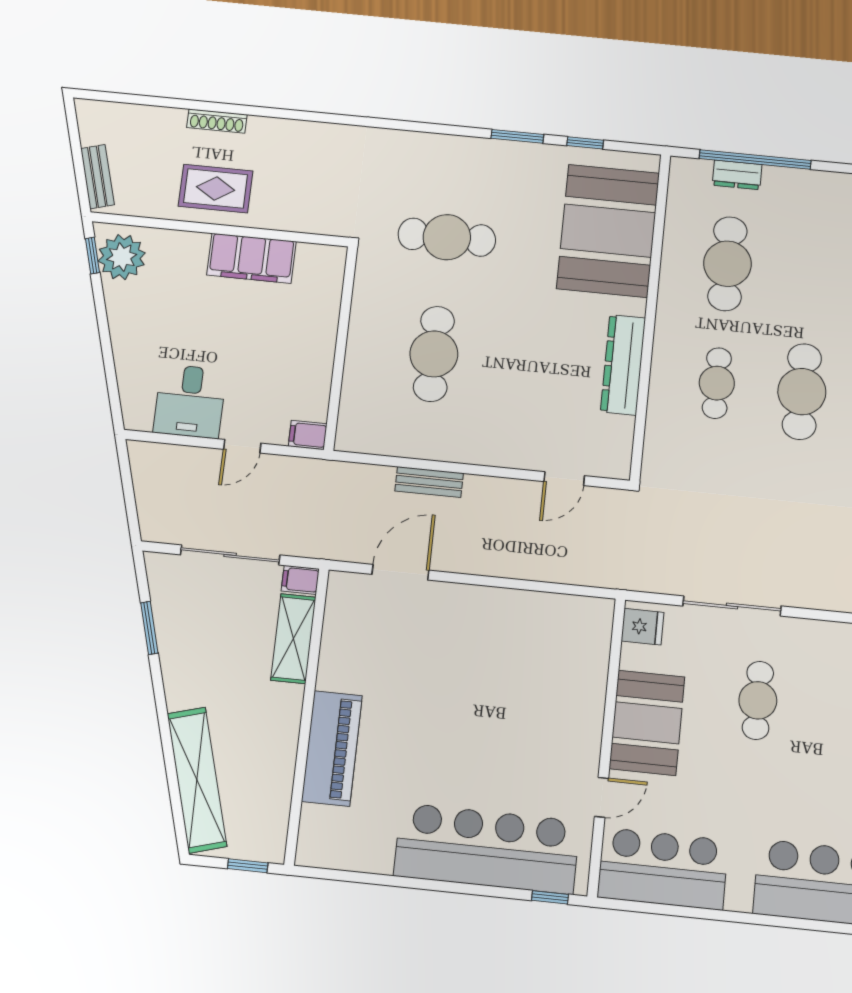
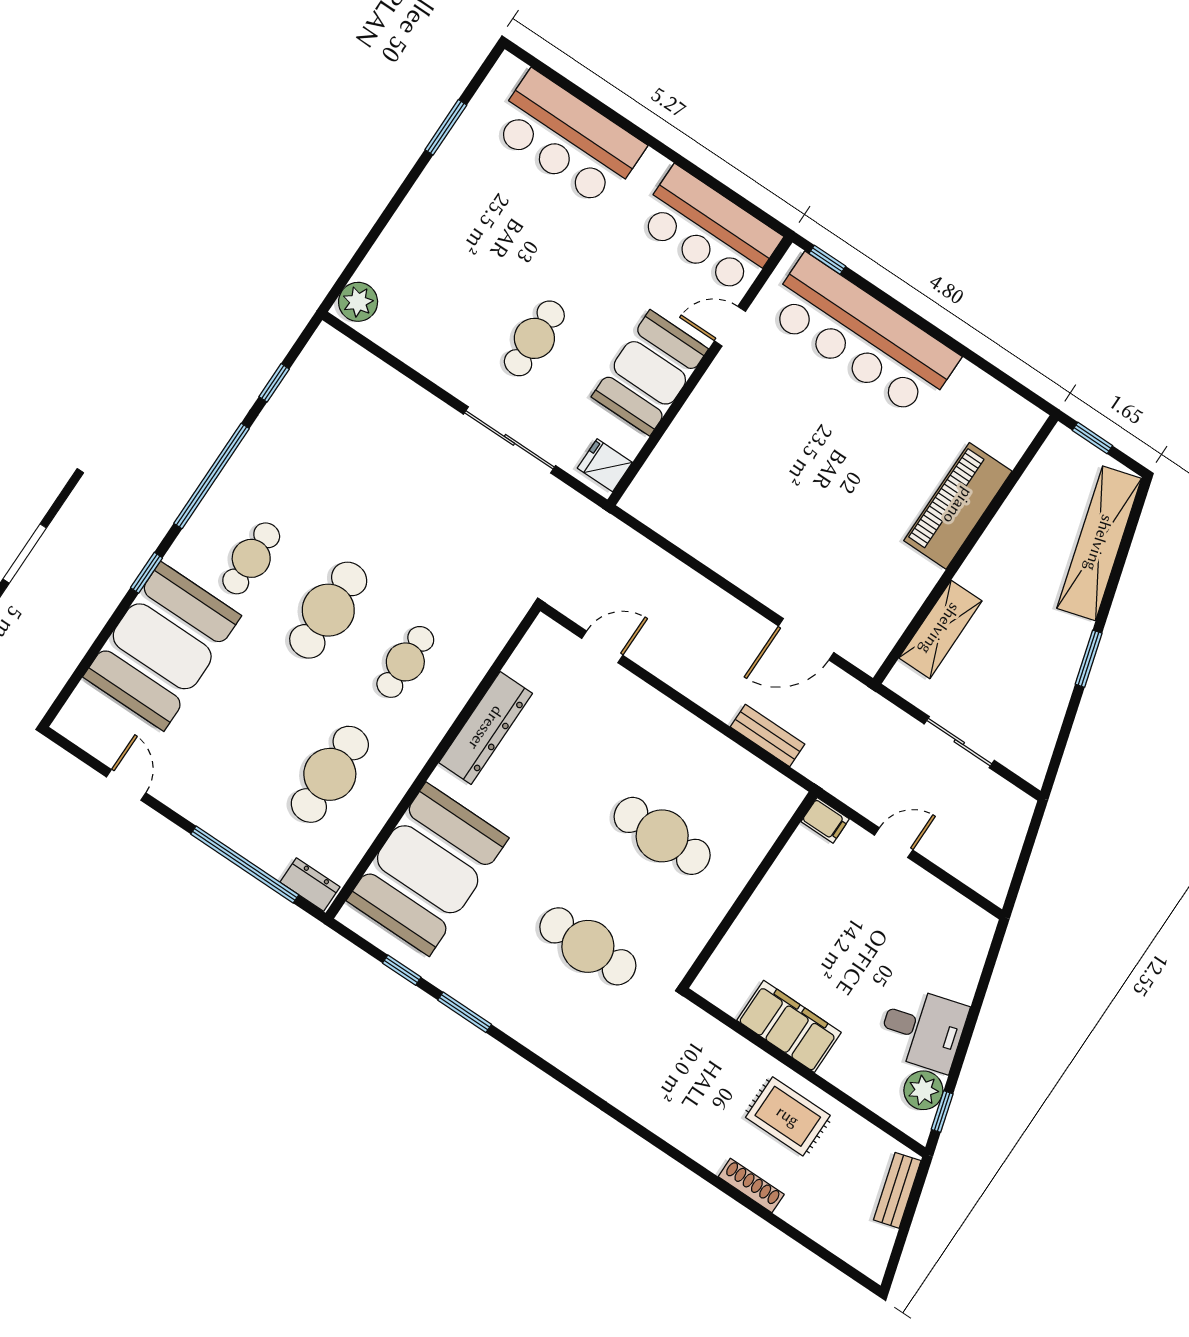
dresser: (737, 175) -> (310, 885), moved
plant: (122, 257) -> (923, 1090), width x0.73, depth x0.73
cafe table: (434, 354) -> (662, 836), turned 90
desk: (190, 401) -> (923, 1029), moved, turned 74
bench: (429, 482) -> (768, 735), moved
sliding door: (230, 555) -> (959, 742), width x0.73
filing cabinet: (300, 580) -> (905, 683), removed
window: (149, 628) -> (1089, 659), moved

